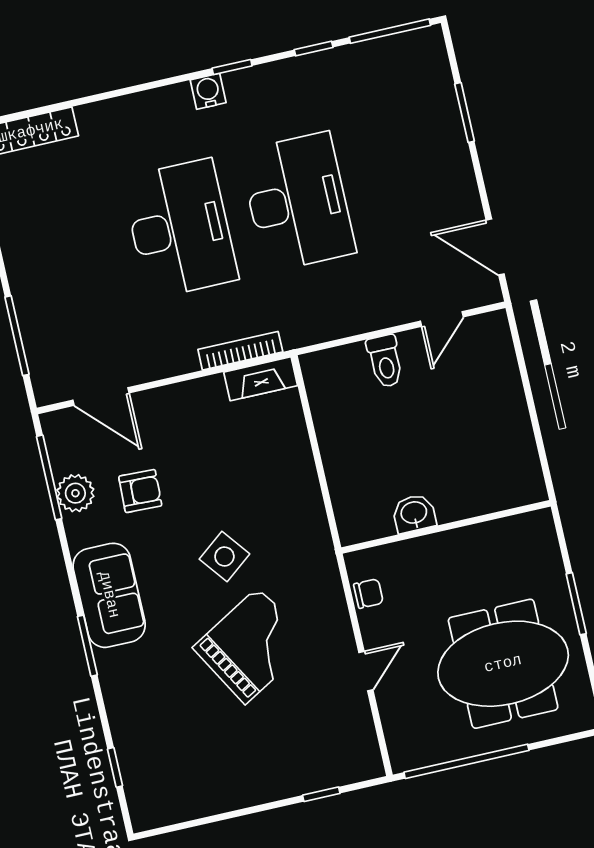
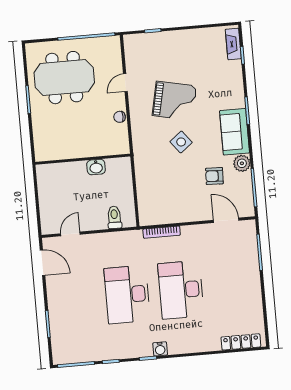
toilet: (385, 361) -> (114, 217), moved
fireplace: (261, 379) -> (233, 44), moved, turned -90
plant: (75, 493) -> (242, 163), moved
washbasin: (414, 513) -> (96, 167), moved
wall: (446, 527) -> (83, 159), moved
grand piano: (252, 646) -> (174, 101), turned -138

